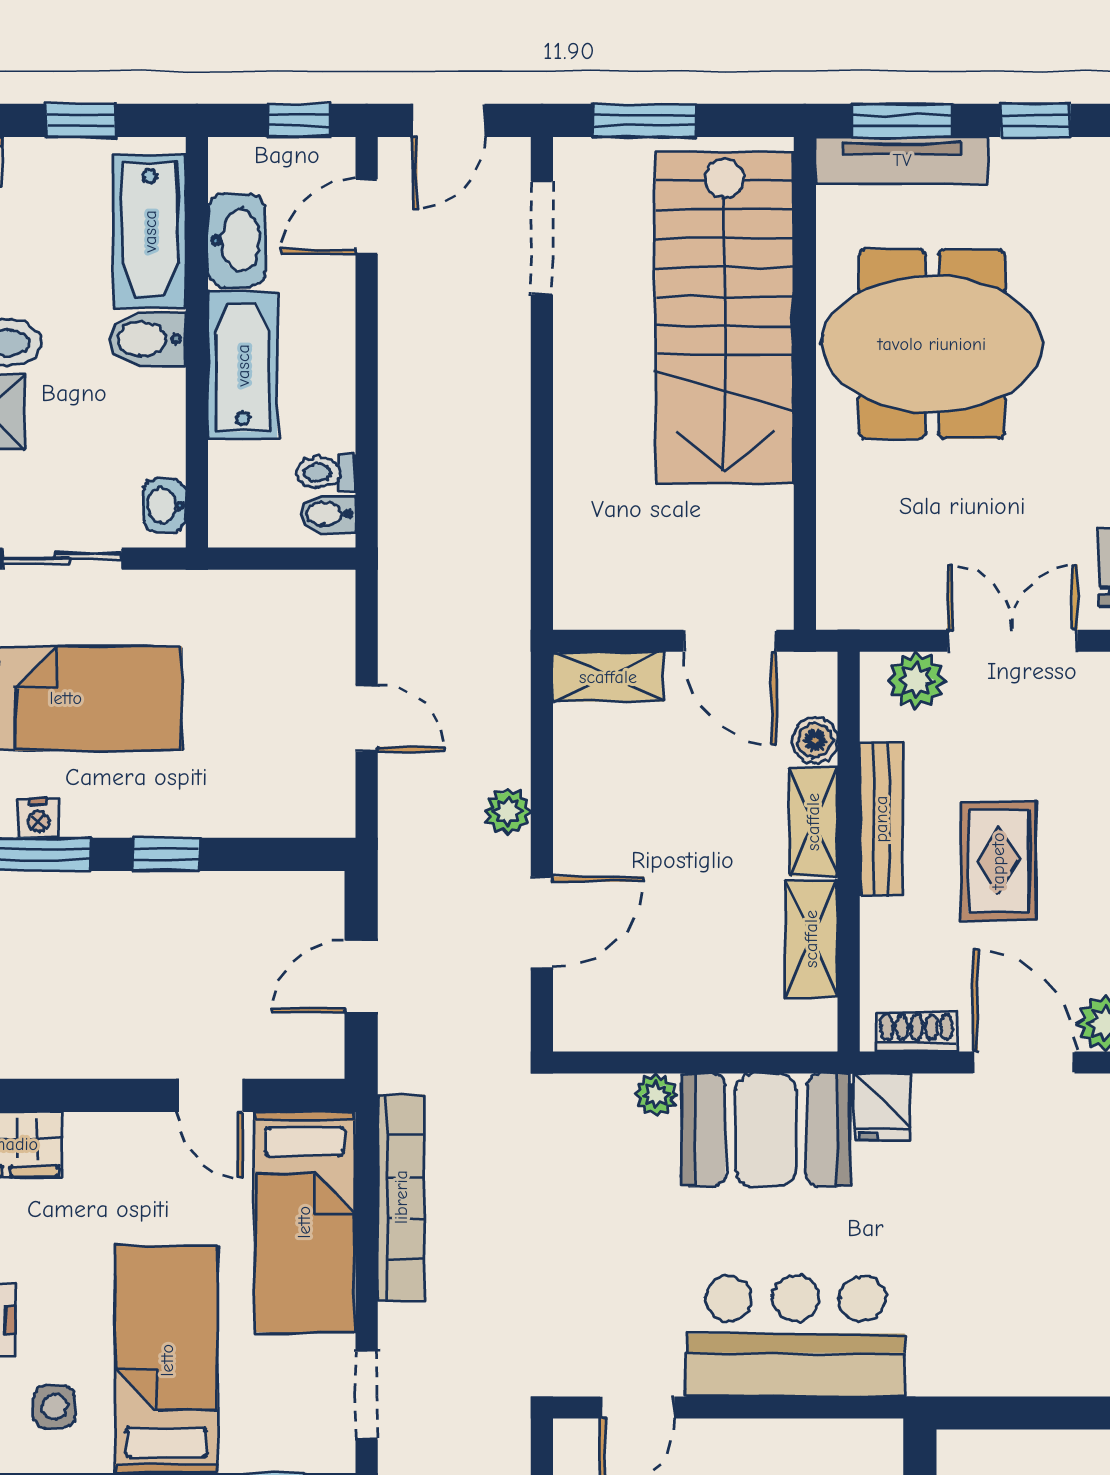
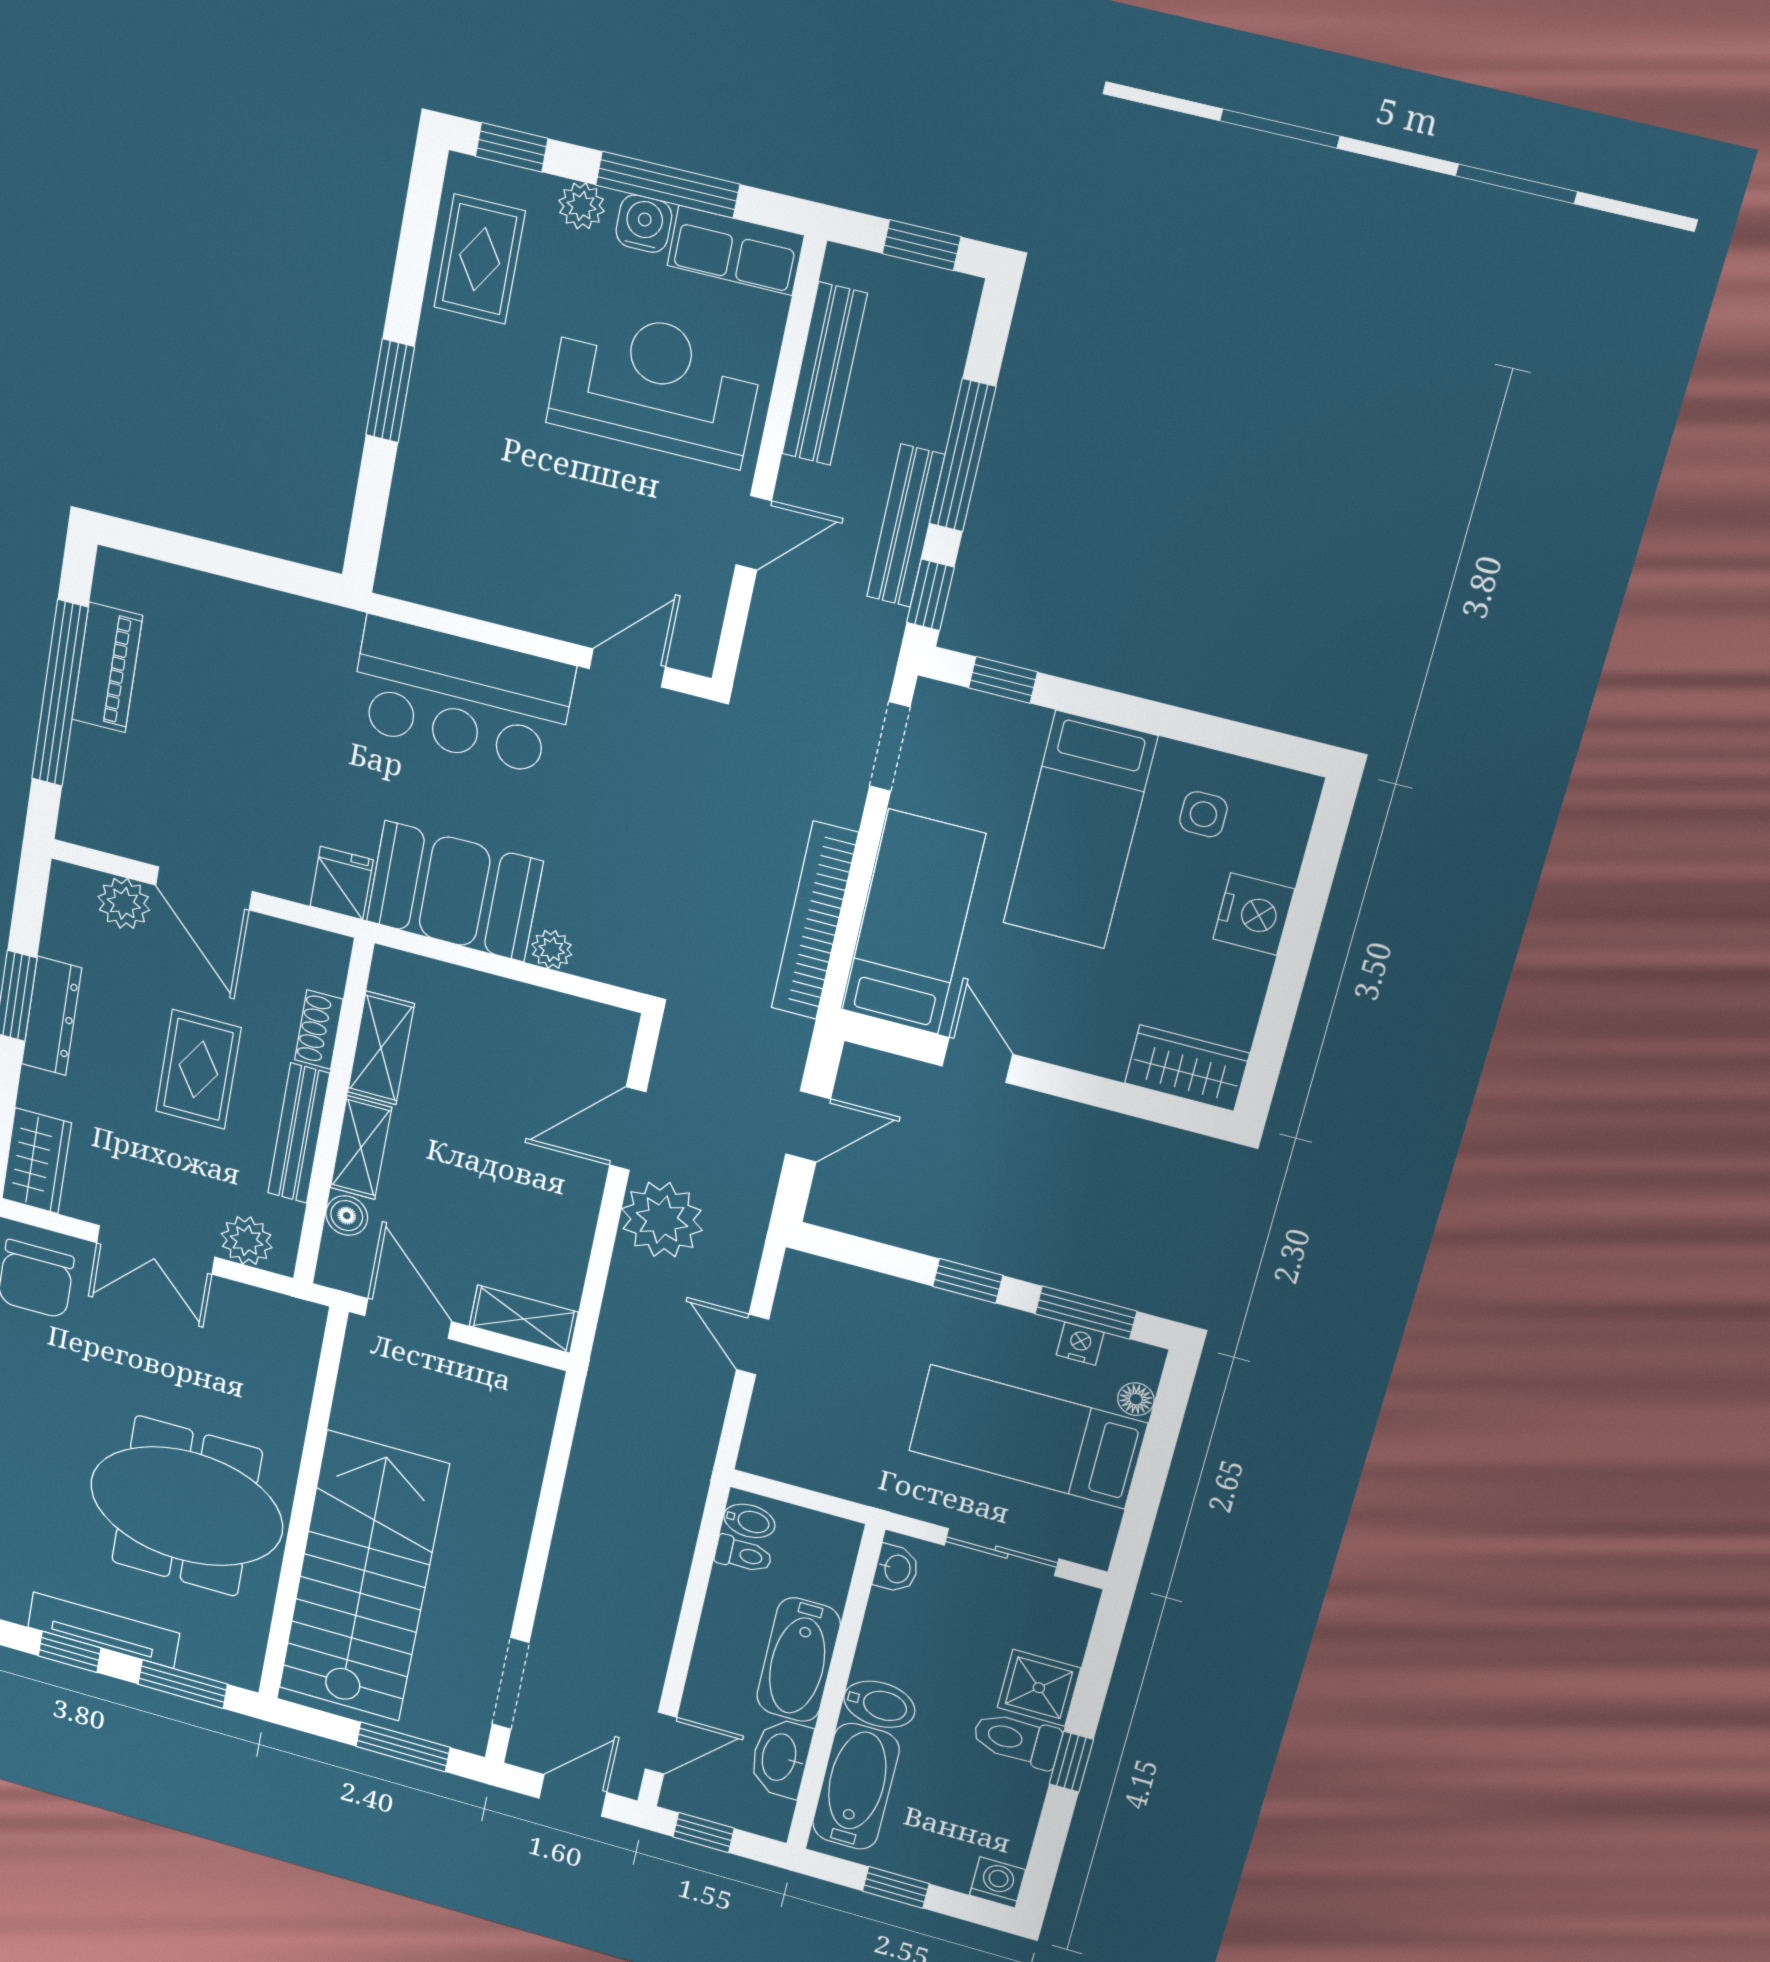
tv unit: (902, 160) -> (104, 1630), moved
plant: (508, 811) -> (662, 1220), width x1.88, depth x1.88
shoe rack: (917, 1032) -> (319, 1030), moved, turned 90

